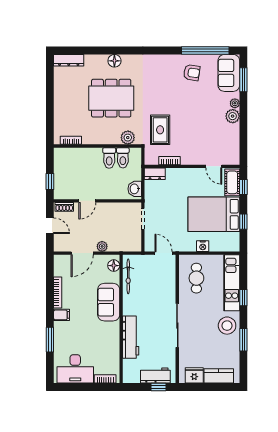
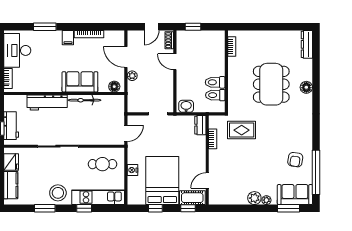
plant: (128, 138) -> (234, 100), removed
bicycle: (128, 276) -> (85, 100), moved

